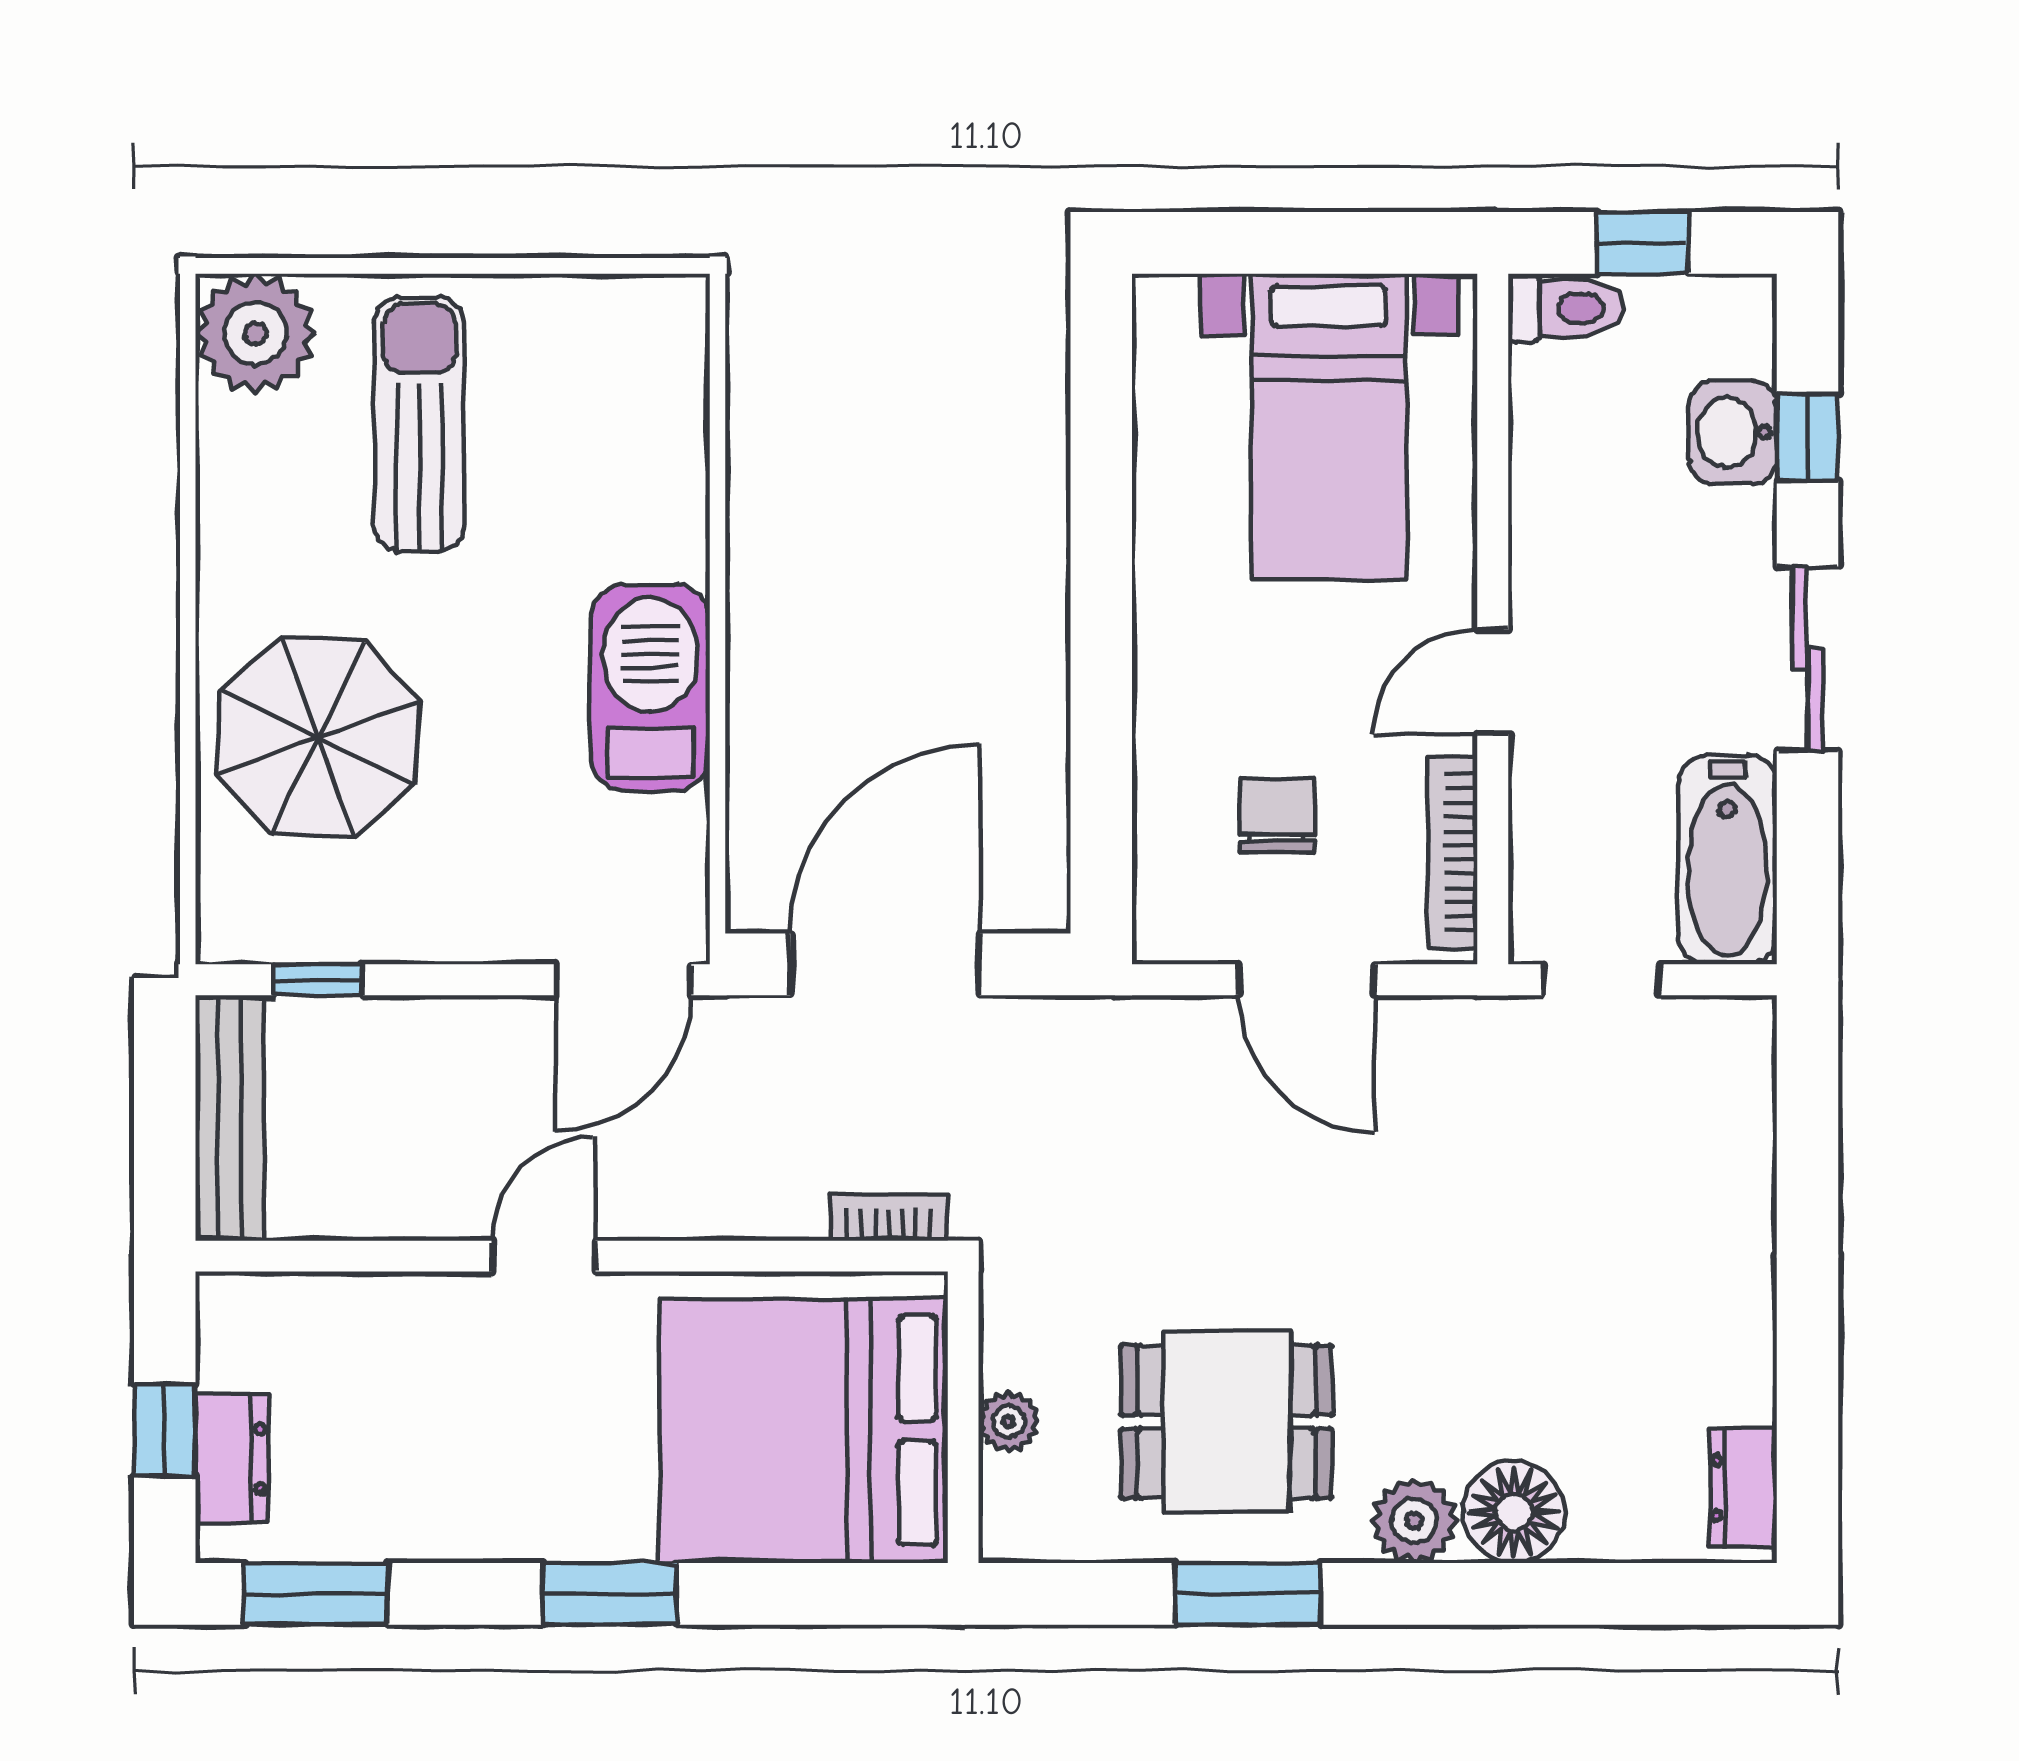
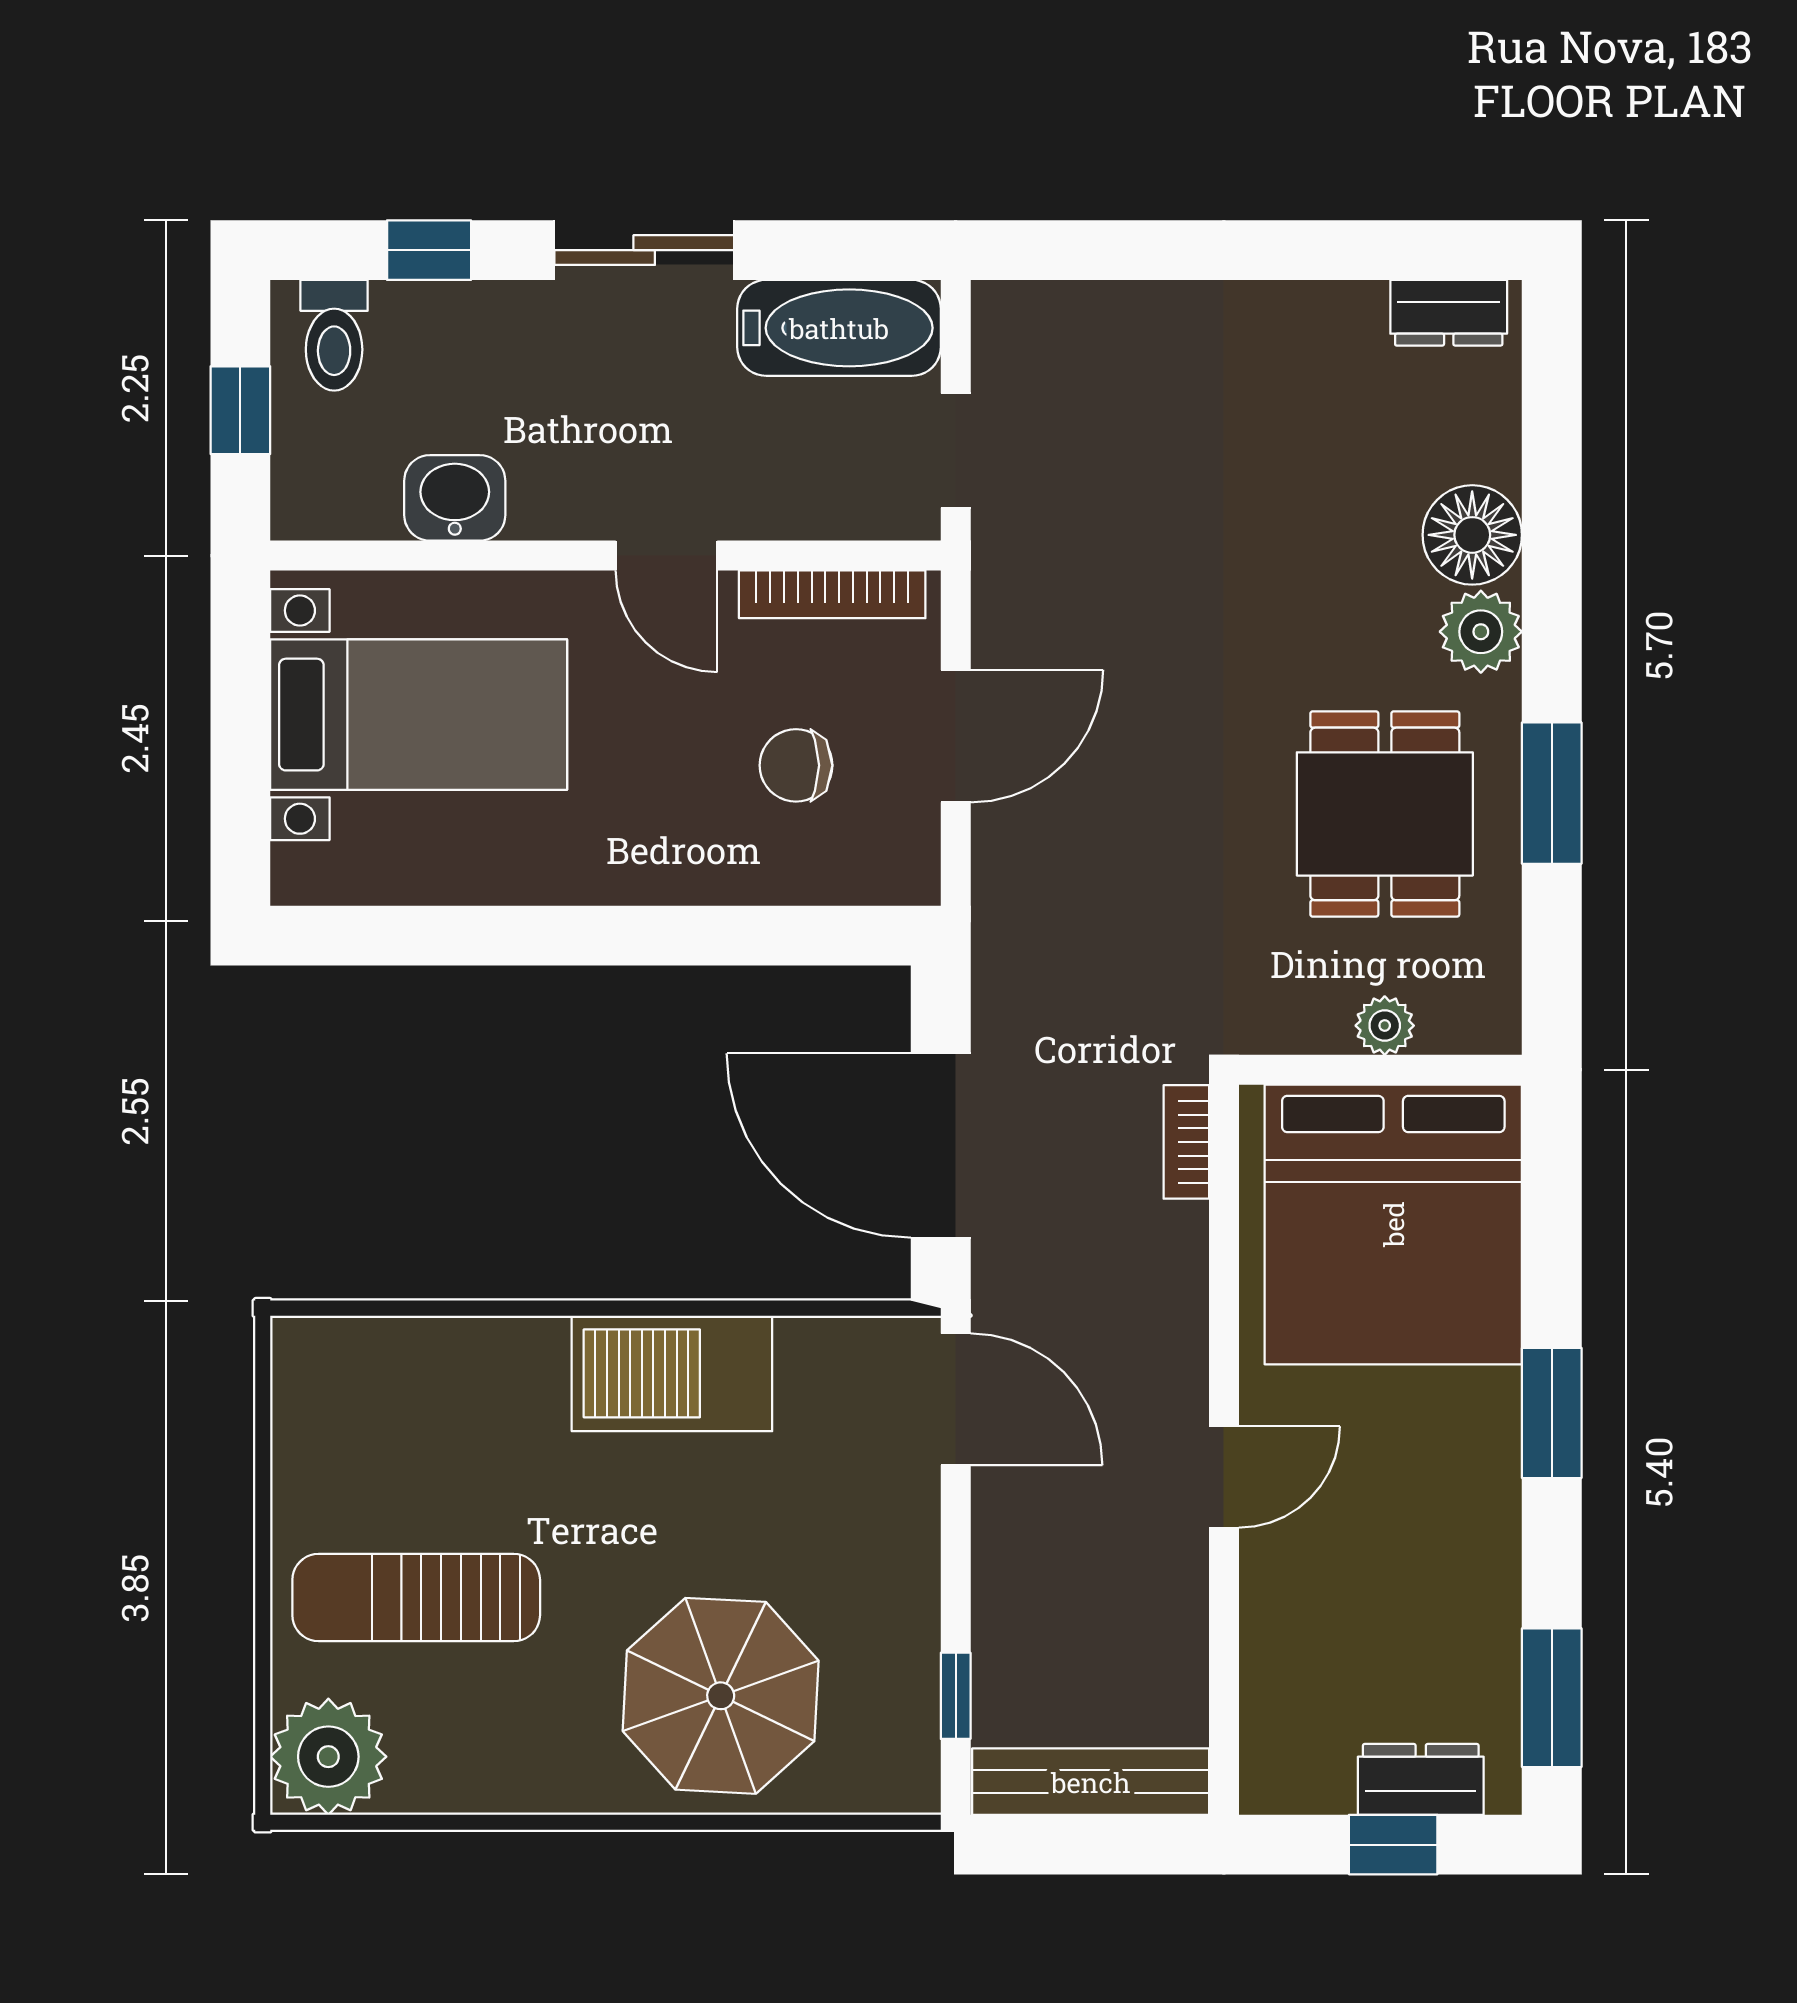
toilet: (1565, 308) -> (334, 335), moved, turned 180
washbasin: (1733, 432) -> (455, 498), moved, turned 180
door: (543, 1256) -> (1224, 1477), swing flipped

